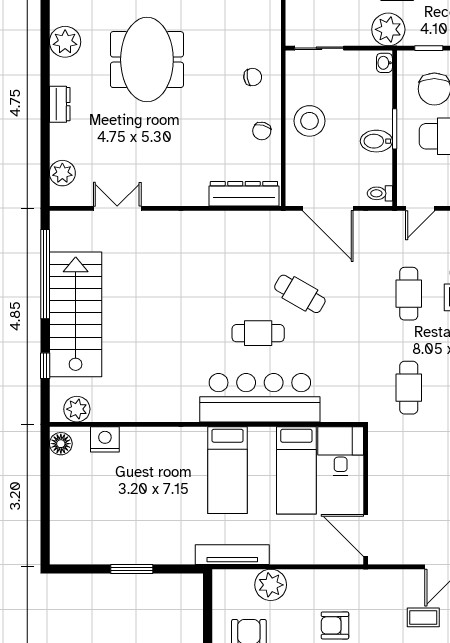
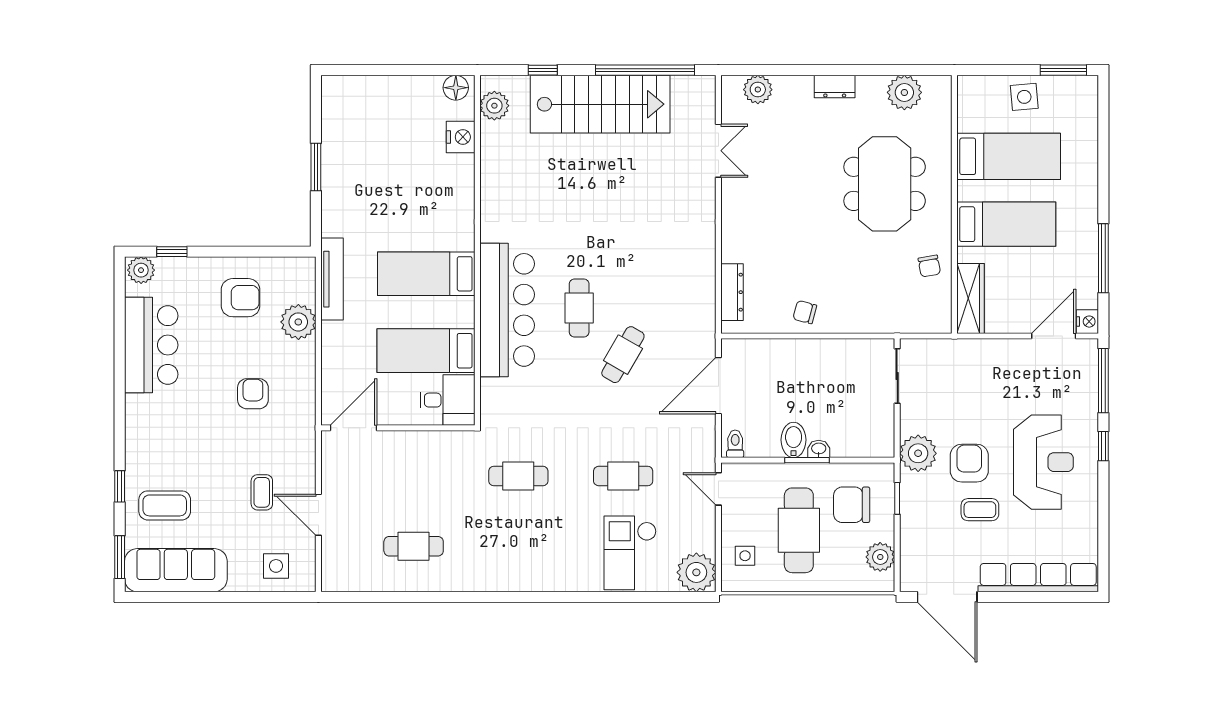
meeting table: (147, 60) -> (885, 184), turned 90
washbasin: (384, 63) -> (819, 449), moved
chair: (253, 77) -> (929, 266), moved
stool: (309, 121) -> (816, 365), removed
dresser: (244, 194) -> (732, 292), width x0.73, depth x0.80

